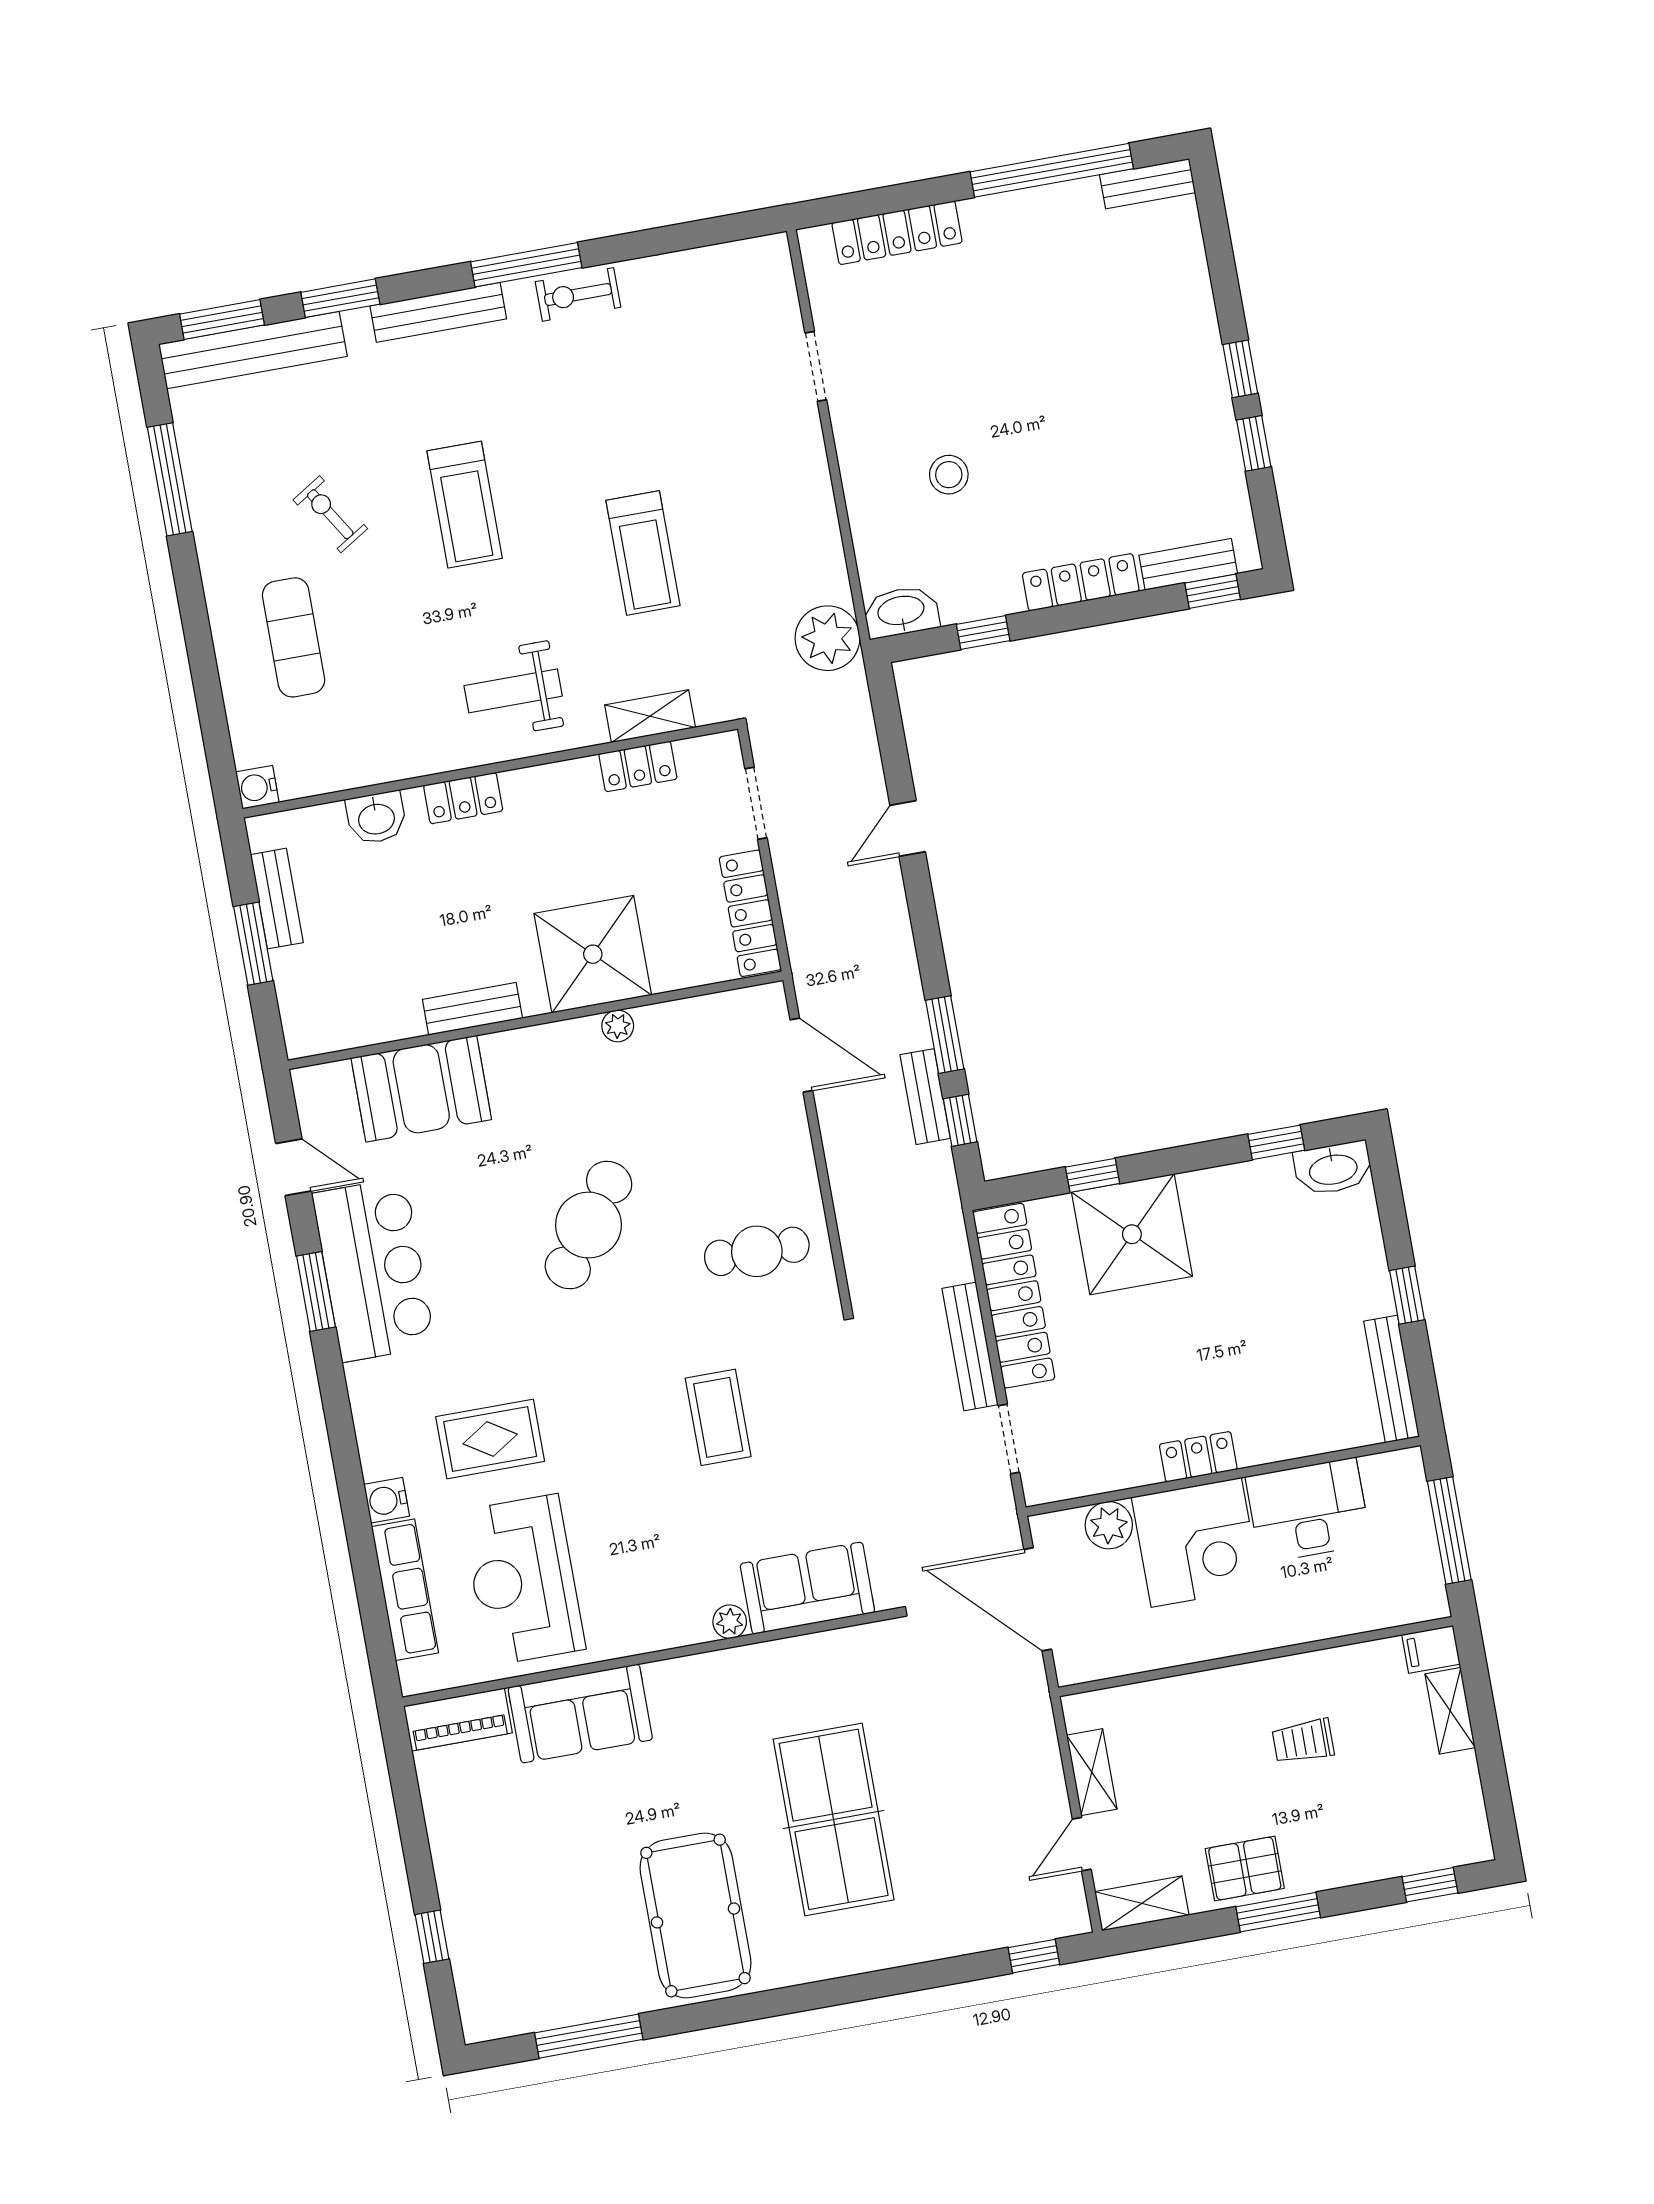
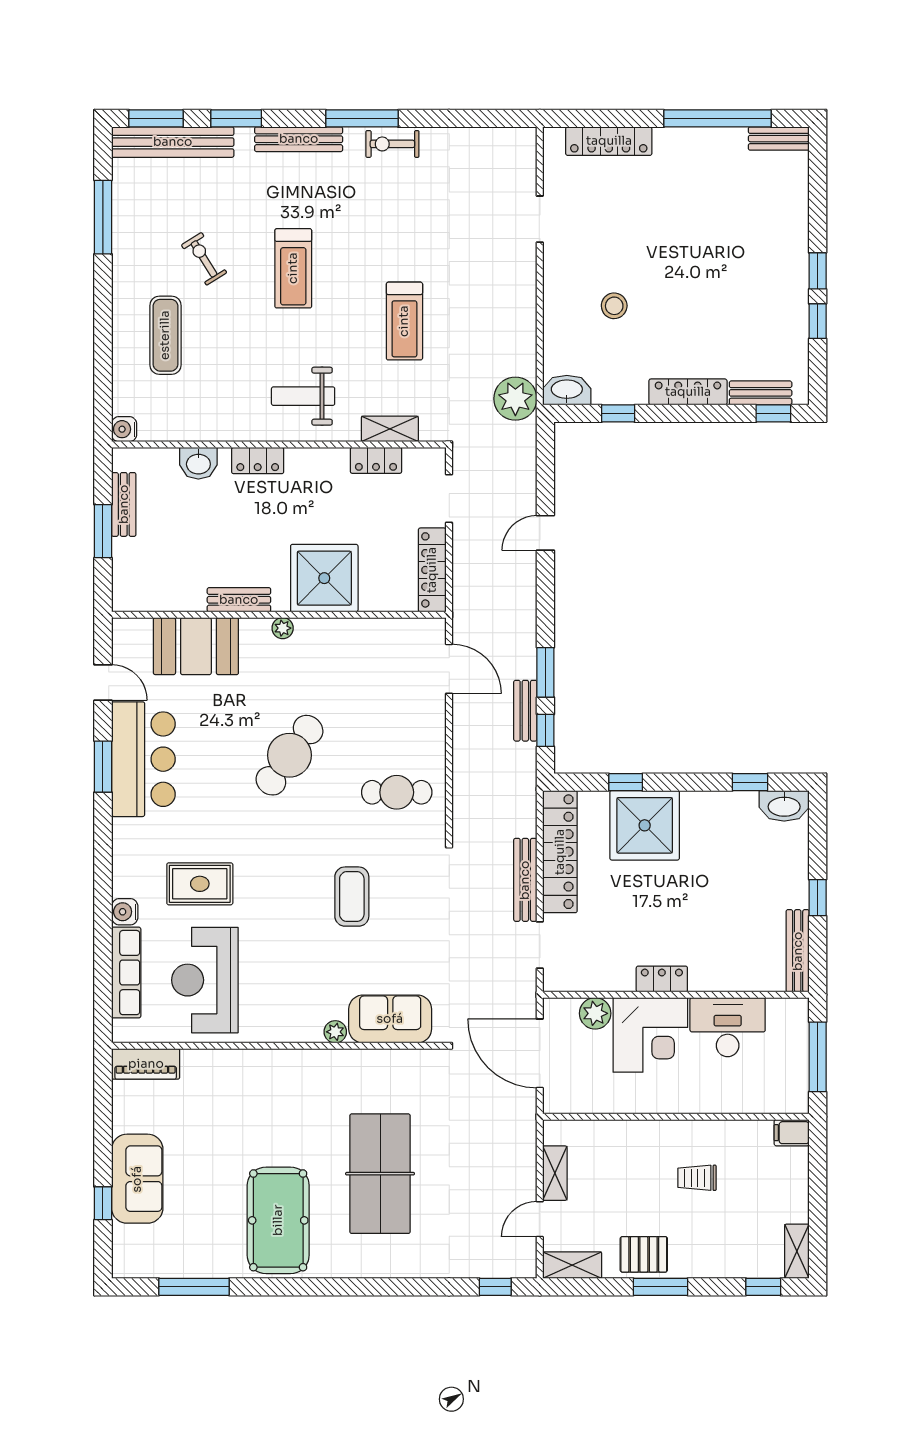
plant: (618, 1026) -> (283, 628), moved
shelving: (1450, 1711) -> (797, 1251), moved
sofa: (580, 1714) -> (137, 1179), moved, turned -90

